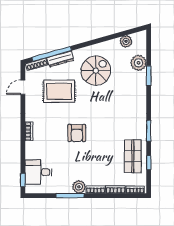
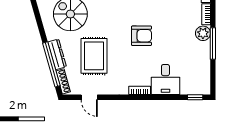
desk: (38, 172) -> (165, 79), moved

